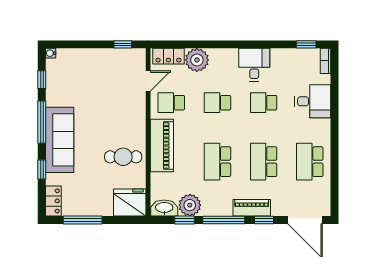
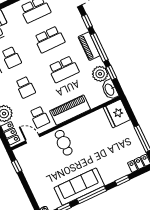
sofa: (60, 140) -> (79, 187), moved
cafe table: (123, 157) -> (64, 143), moved
piano: (252, 208) -> (89, 46), moved

